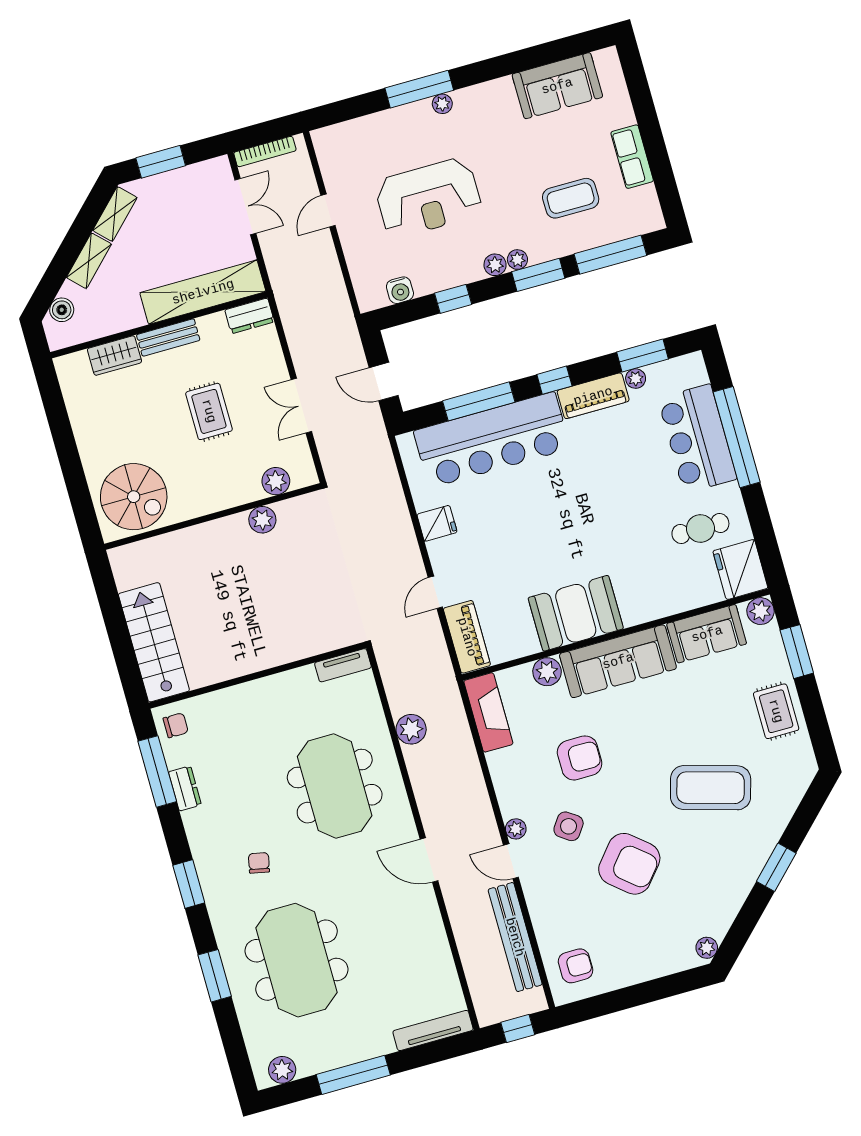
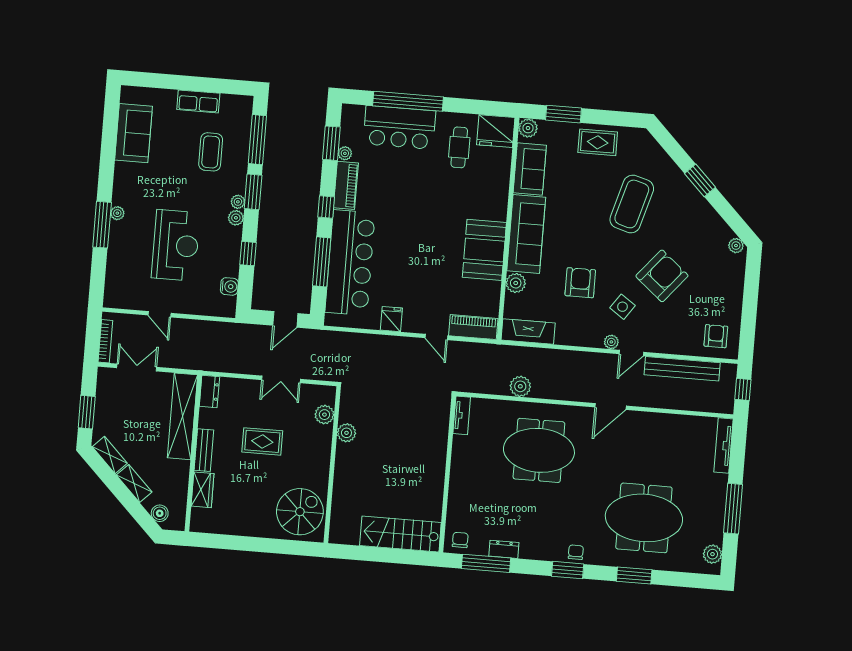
chair: (259, 863) -> (576, 552), moved, turned 78

